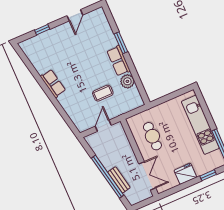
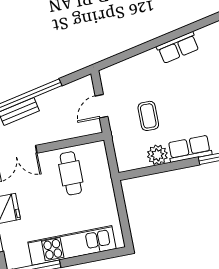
door: (103, 126) -> (101, 106), swing flipped
cafe table: (152, 136) -> (71, 173), turned 90

